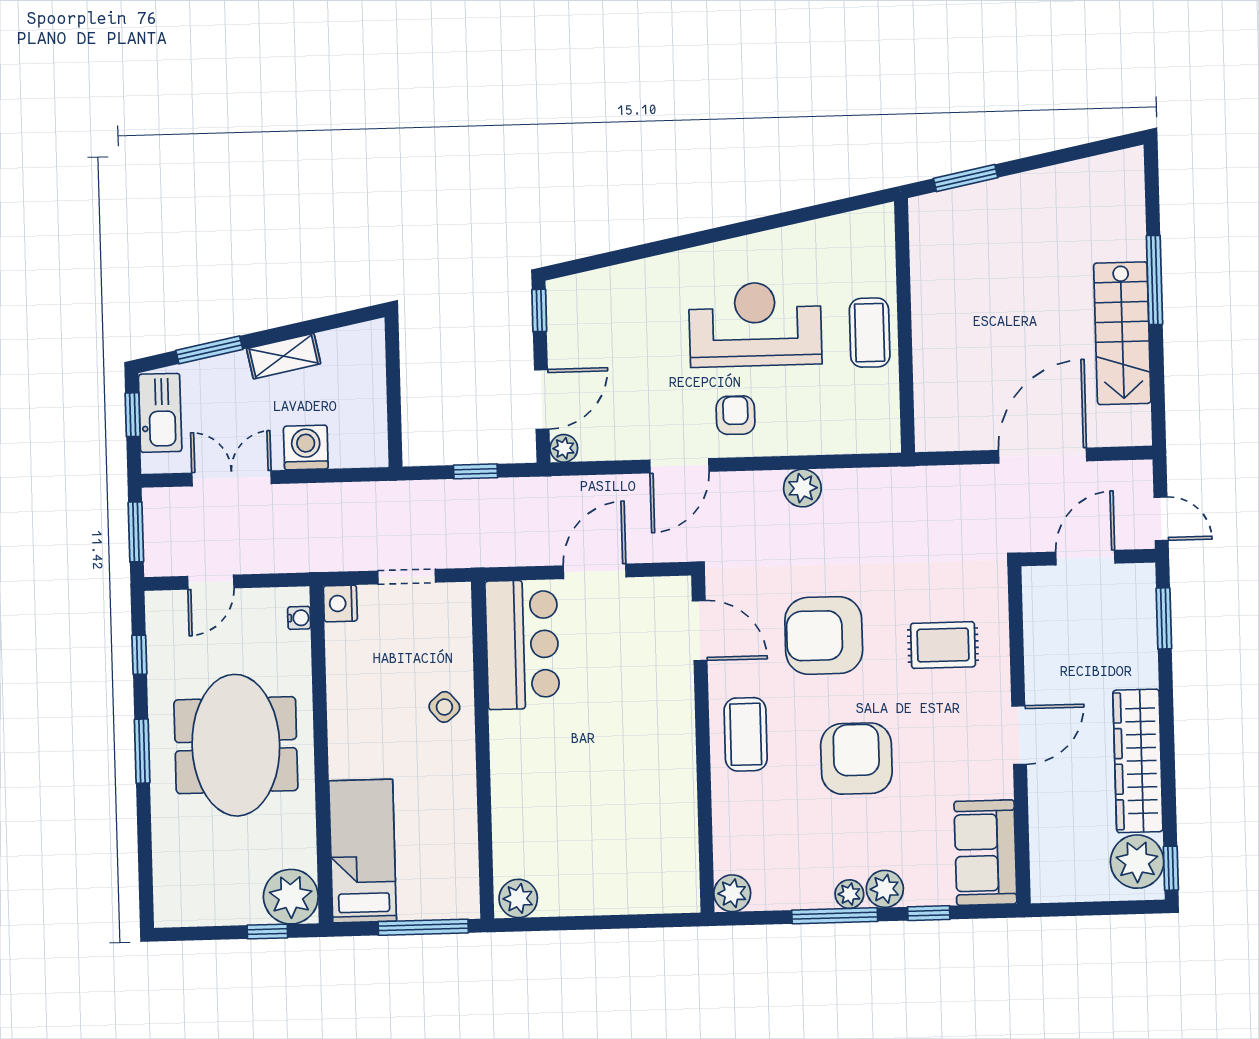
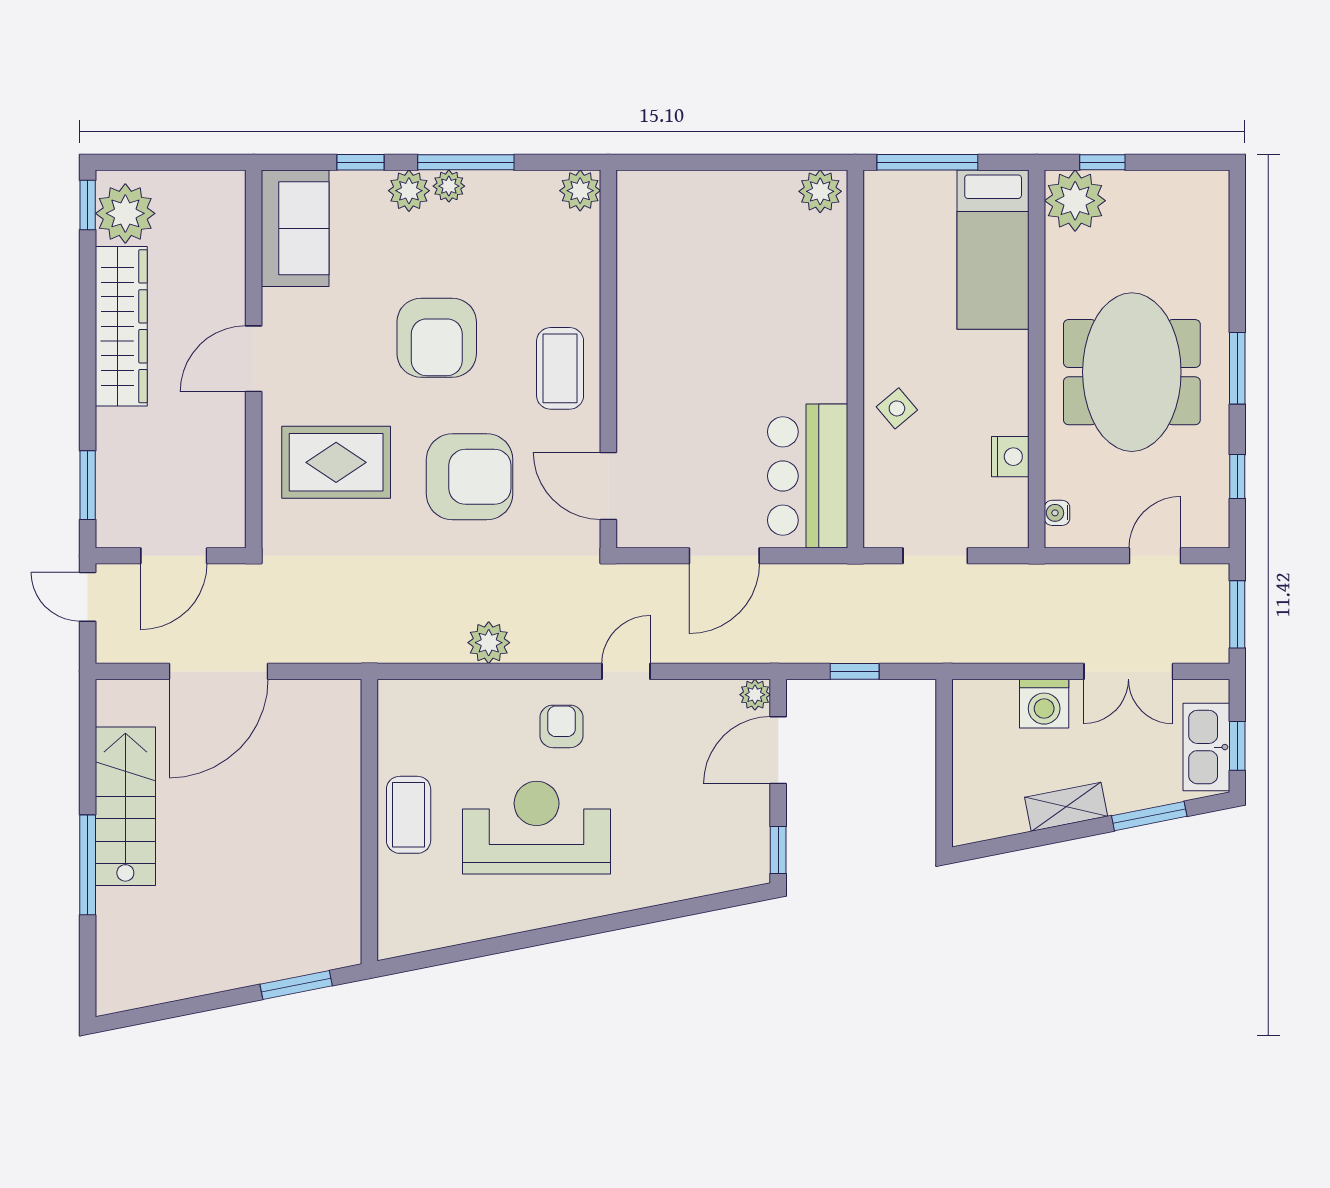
reception desk: (755, 324) -> (537, 828), turned 180
armchair: (735, 415) -> (561, 726), turned 180
door: (679, 466) -> (626, 671), width x0.73
nightstand: (340, 603) -> (1010, 457), moved
rug: (943, 645) -> (336, 462), width x1.36, depth x1.43

